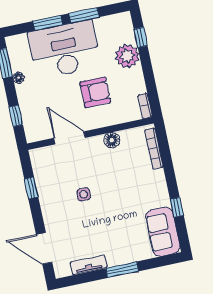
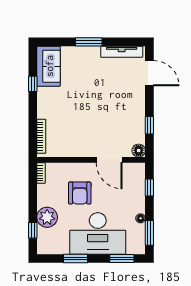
window: (48, 23) -> (122, 259), moved
armchair: (95, 92) -> (80, 193), turned -90
floor lamp: (112, 140) -> (139, 151), moved
side table: (84, 194) -> (107, 111), removed
tv unit: (89, 265) -> (122, 52), width x1.41

